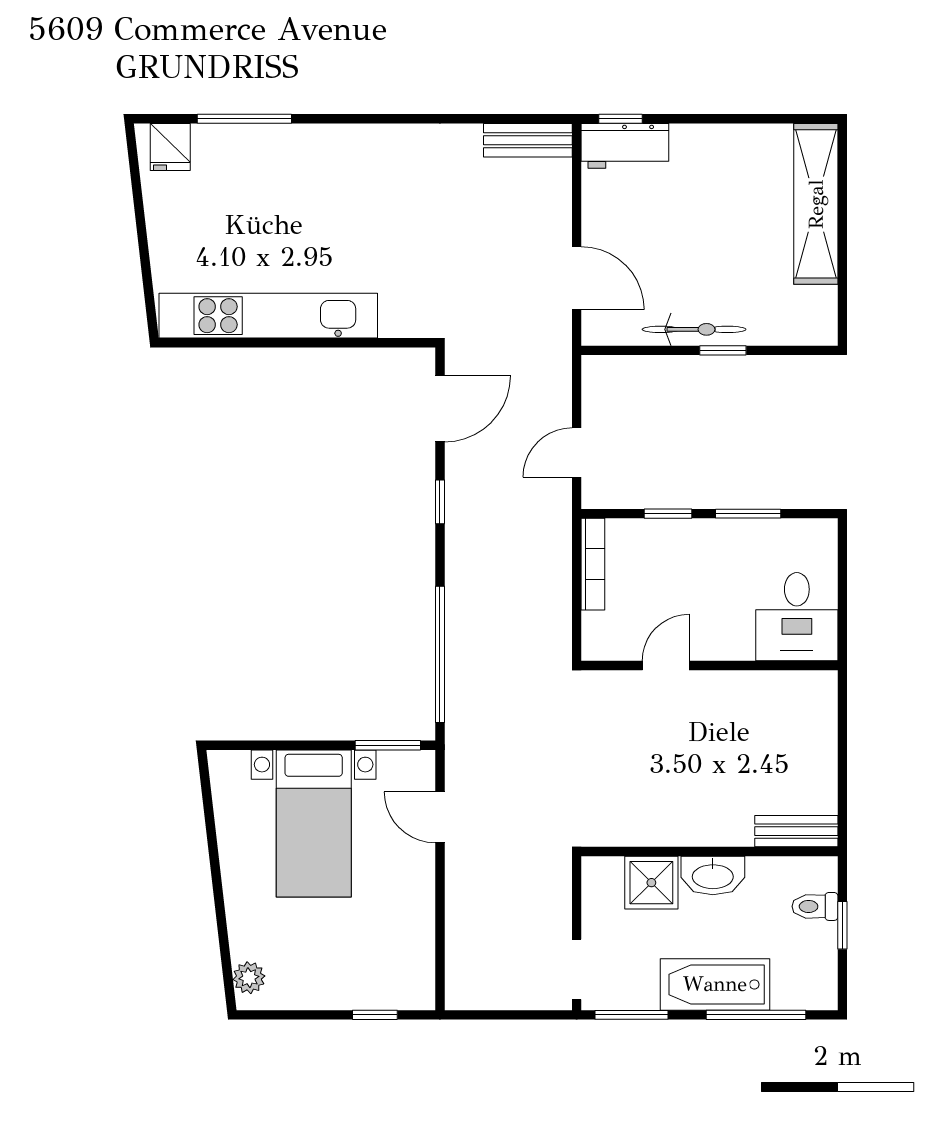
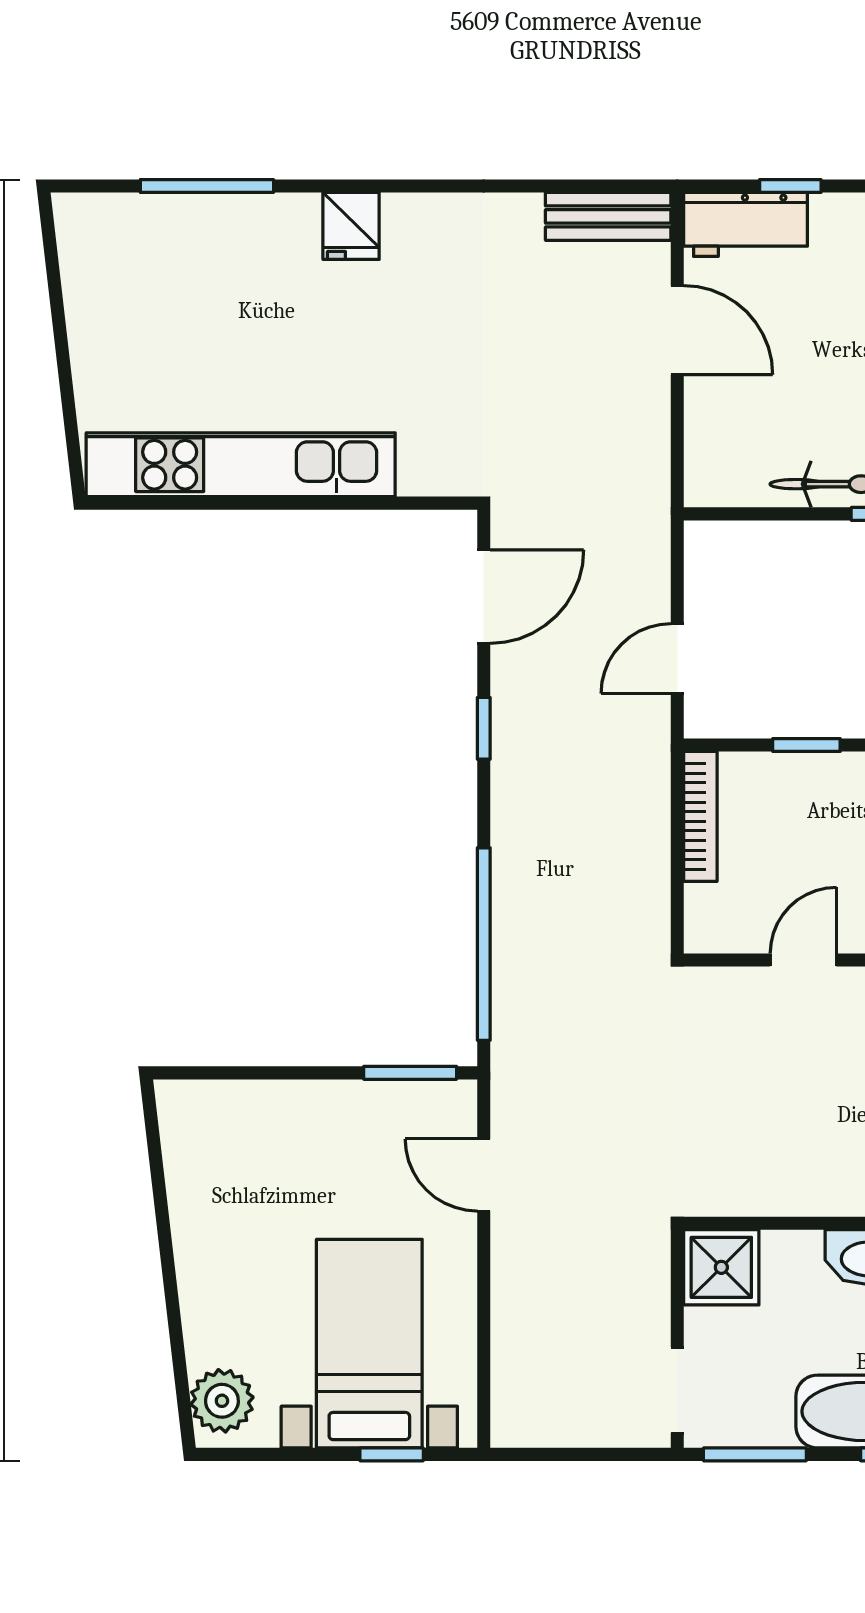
window: (621, 119) -> (790, 186), moved
fridge: (170, 147) -> (351, 226), moved
door: (577, 278) -> (677, 330), moved
bed with nightstands: (314, 824) -> (369, 1344), moved, turned 180
shower: (651, 883) -> (721, 1267), moved
plant: (249, 978) -> (222, 1401), width x1.38, depth x1.38

